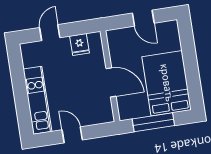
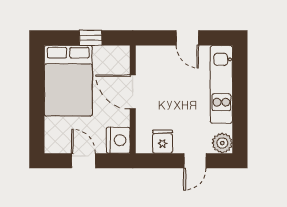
nightstand: (117, 40) -> (118, 140), added
plant: (29, 51) -> (222, 143), added
window: (153, 122) -> (91, 38), width x0.46

